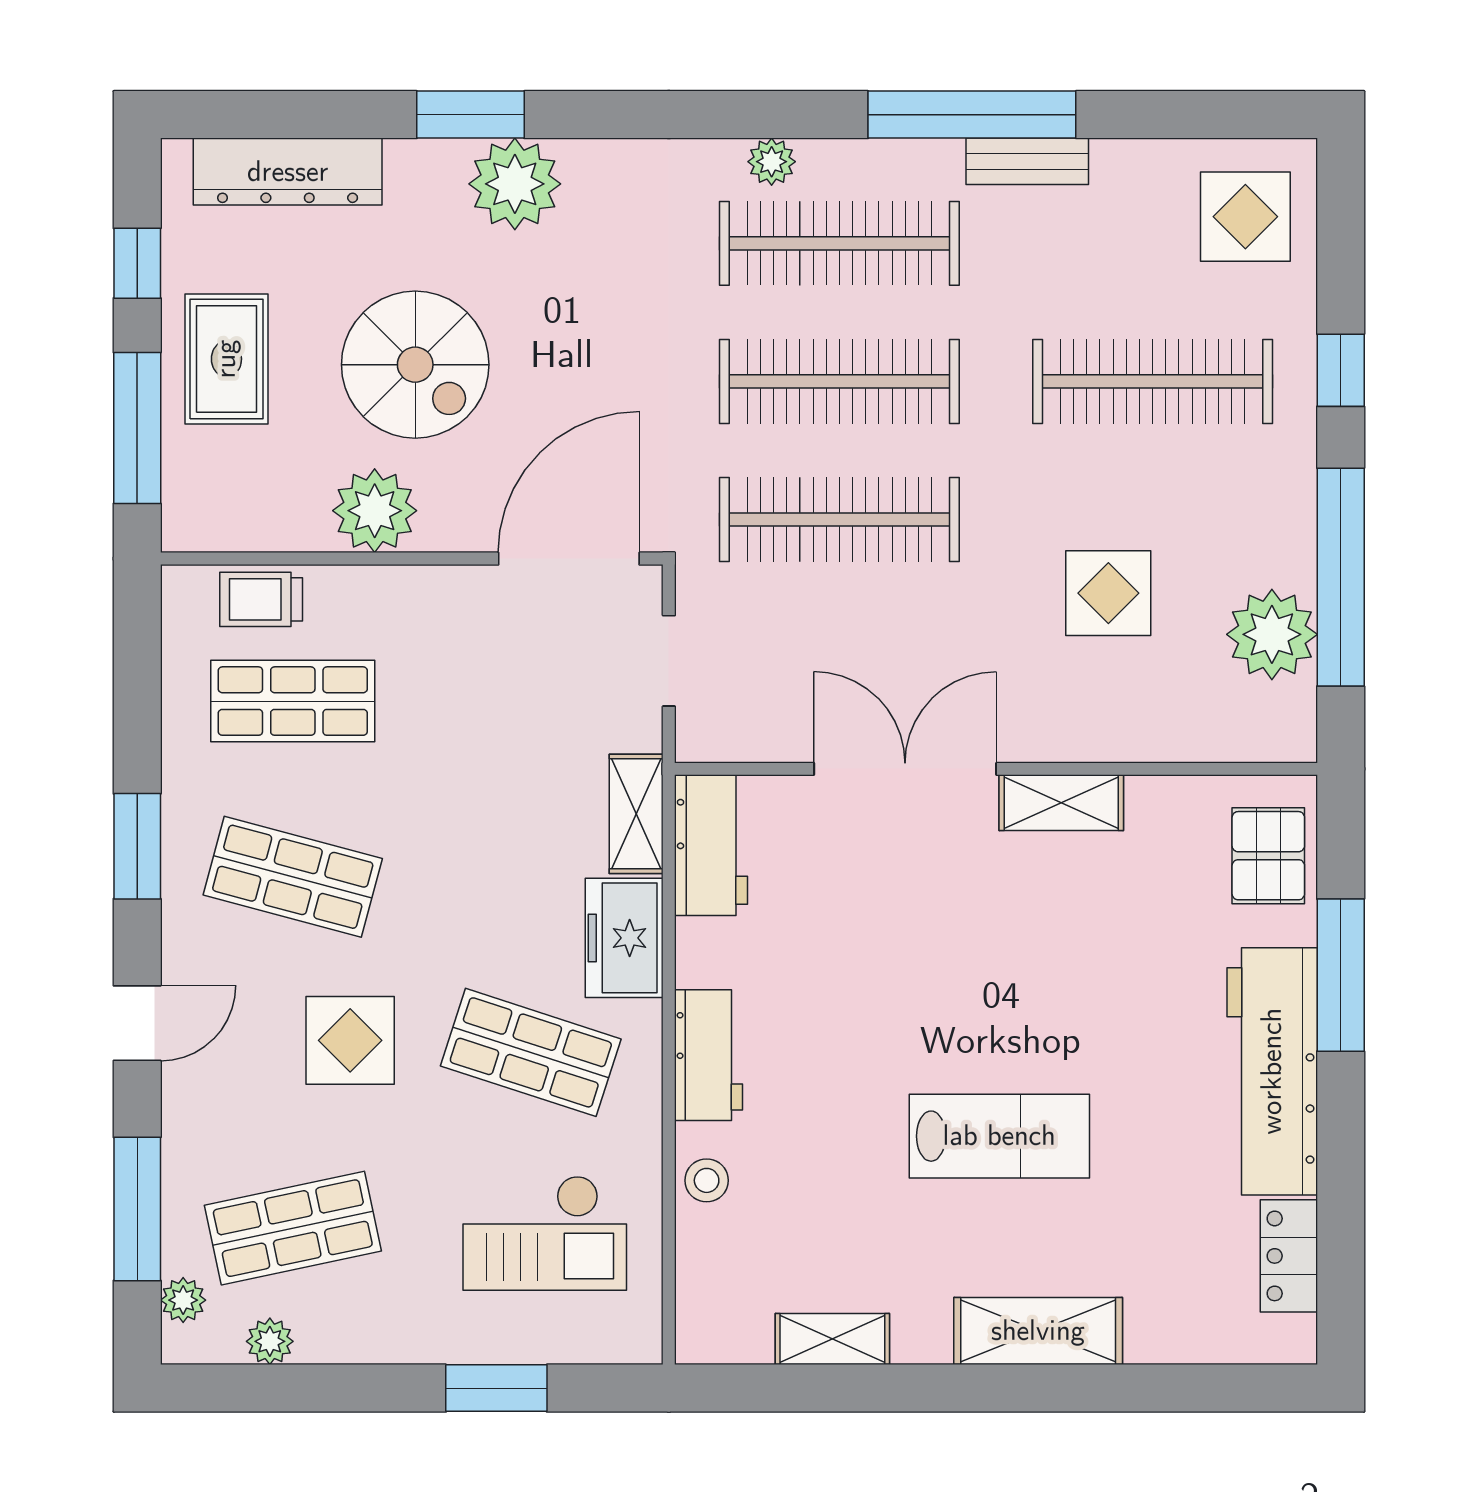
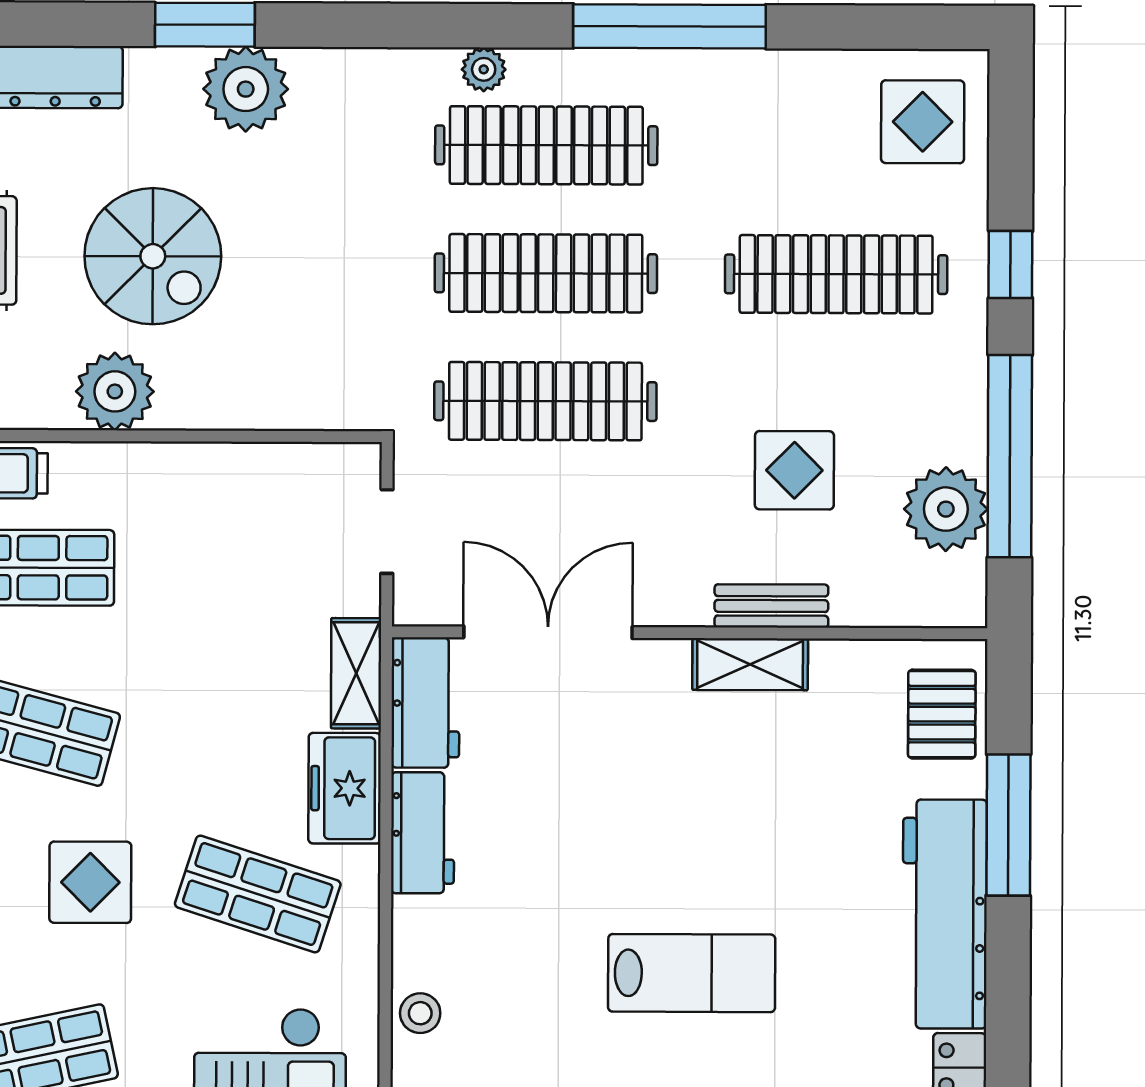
bench: (1027, 161) -> (771, 606), moved
door: (569, 559) -> (295, 436), removed
double door: (905, 769) -> (548, 632), moved
workbench: (708, 1055) -> (423, 833), moved

